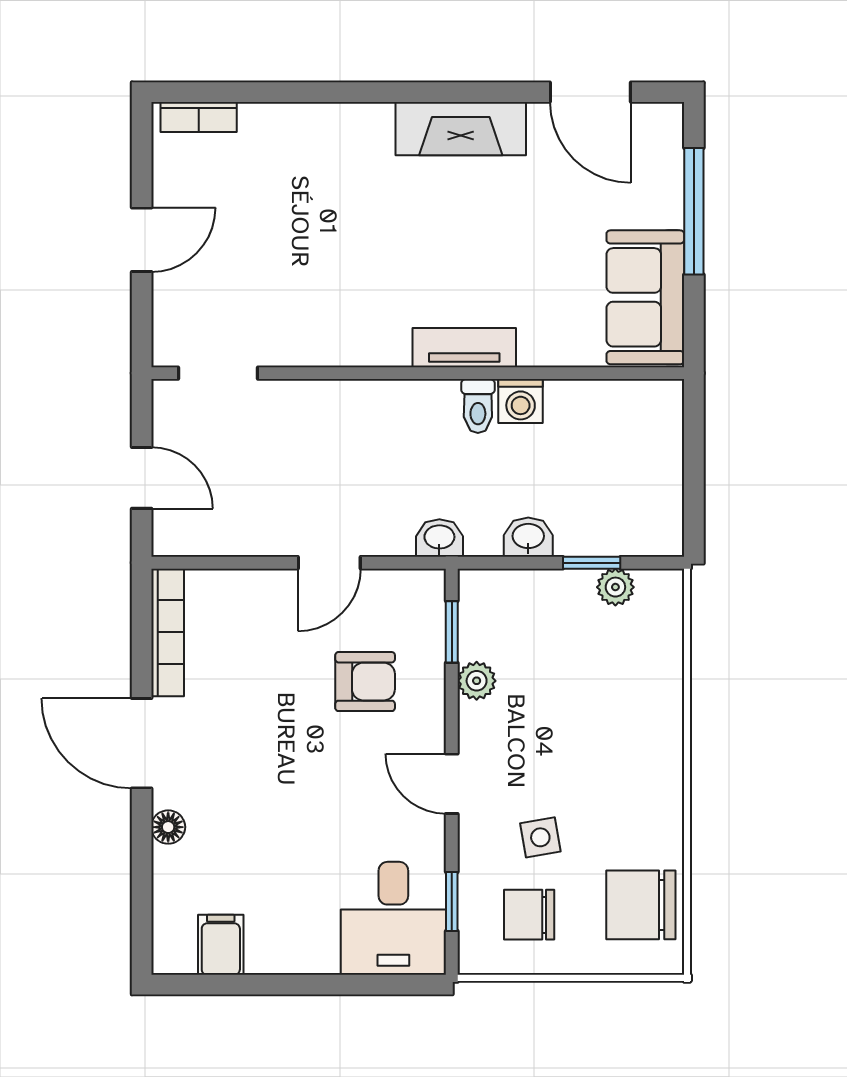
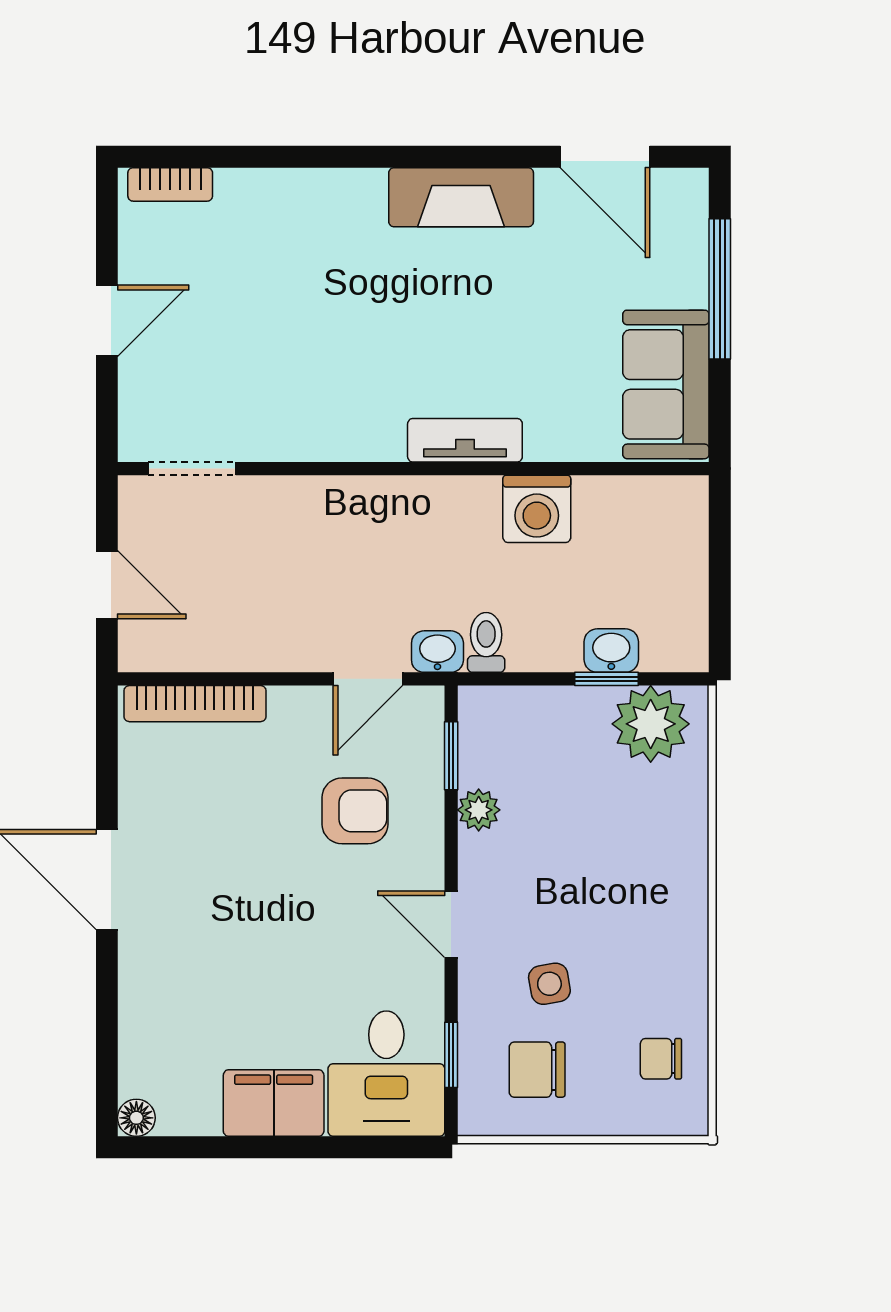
washing machine: (521, 401) -> (537, 509), width x1.38, depth x1.38
toilet: (478, 406) -> (486, 642), moved, turned 180
washbasin: (528, 537) -> (611, 651), moved
door: (329, 563) -> (368, 679), moved
plant: (615, 587) -> (651, 724), width x1.87, depth x1.87
bookcase: (168, 632) -> (195, 704), moved, turned 90
floor lamp: (168, 827) -> (136, 1118), moved
chair: (641, 905) -> (661, 1059), width x0.54, depth x0.54
filing cabinet: (221, 945) -> (274, 1103), moved, width x2.00

